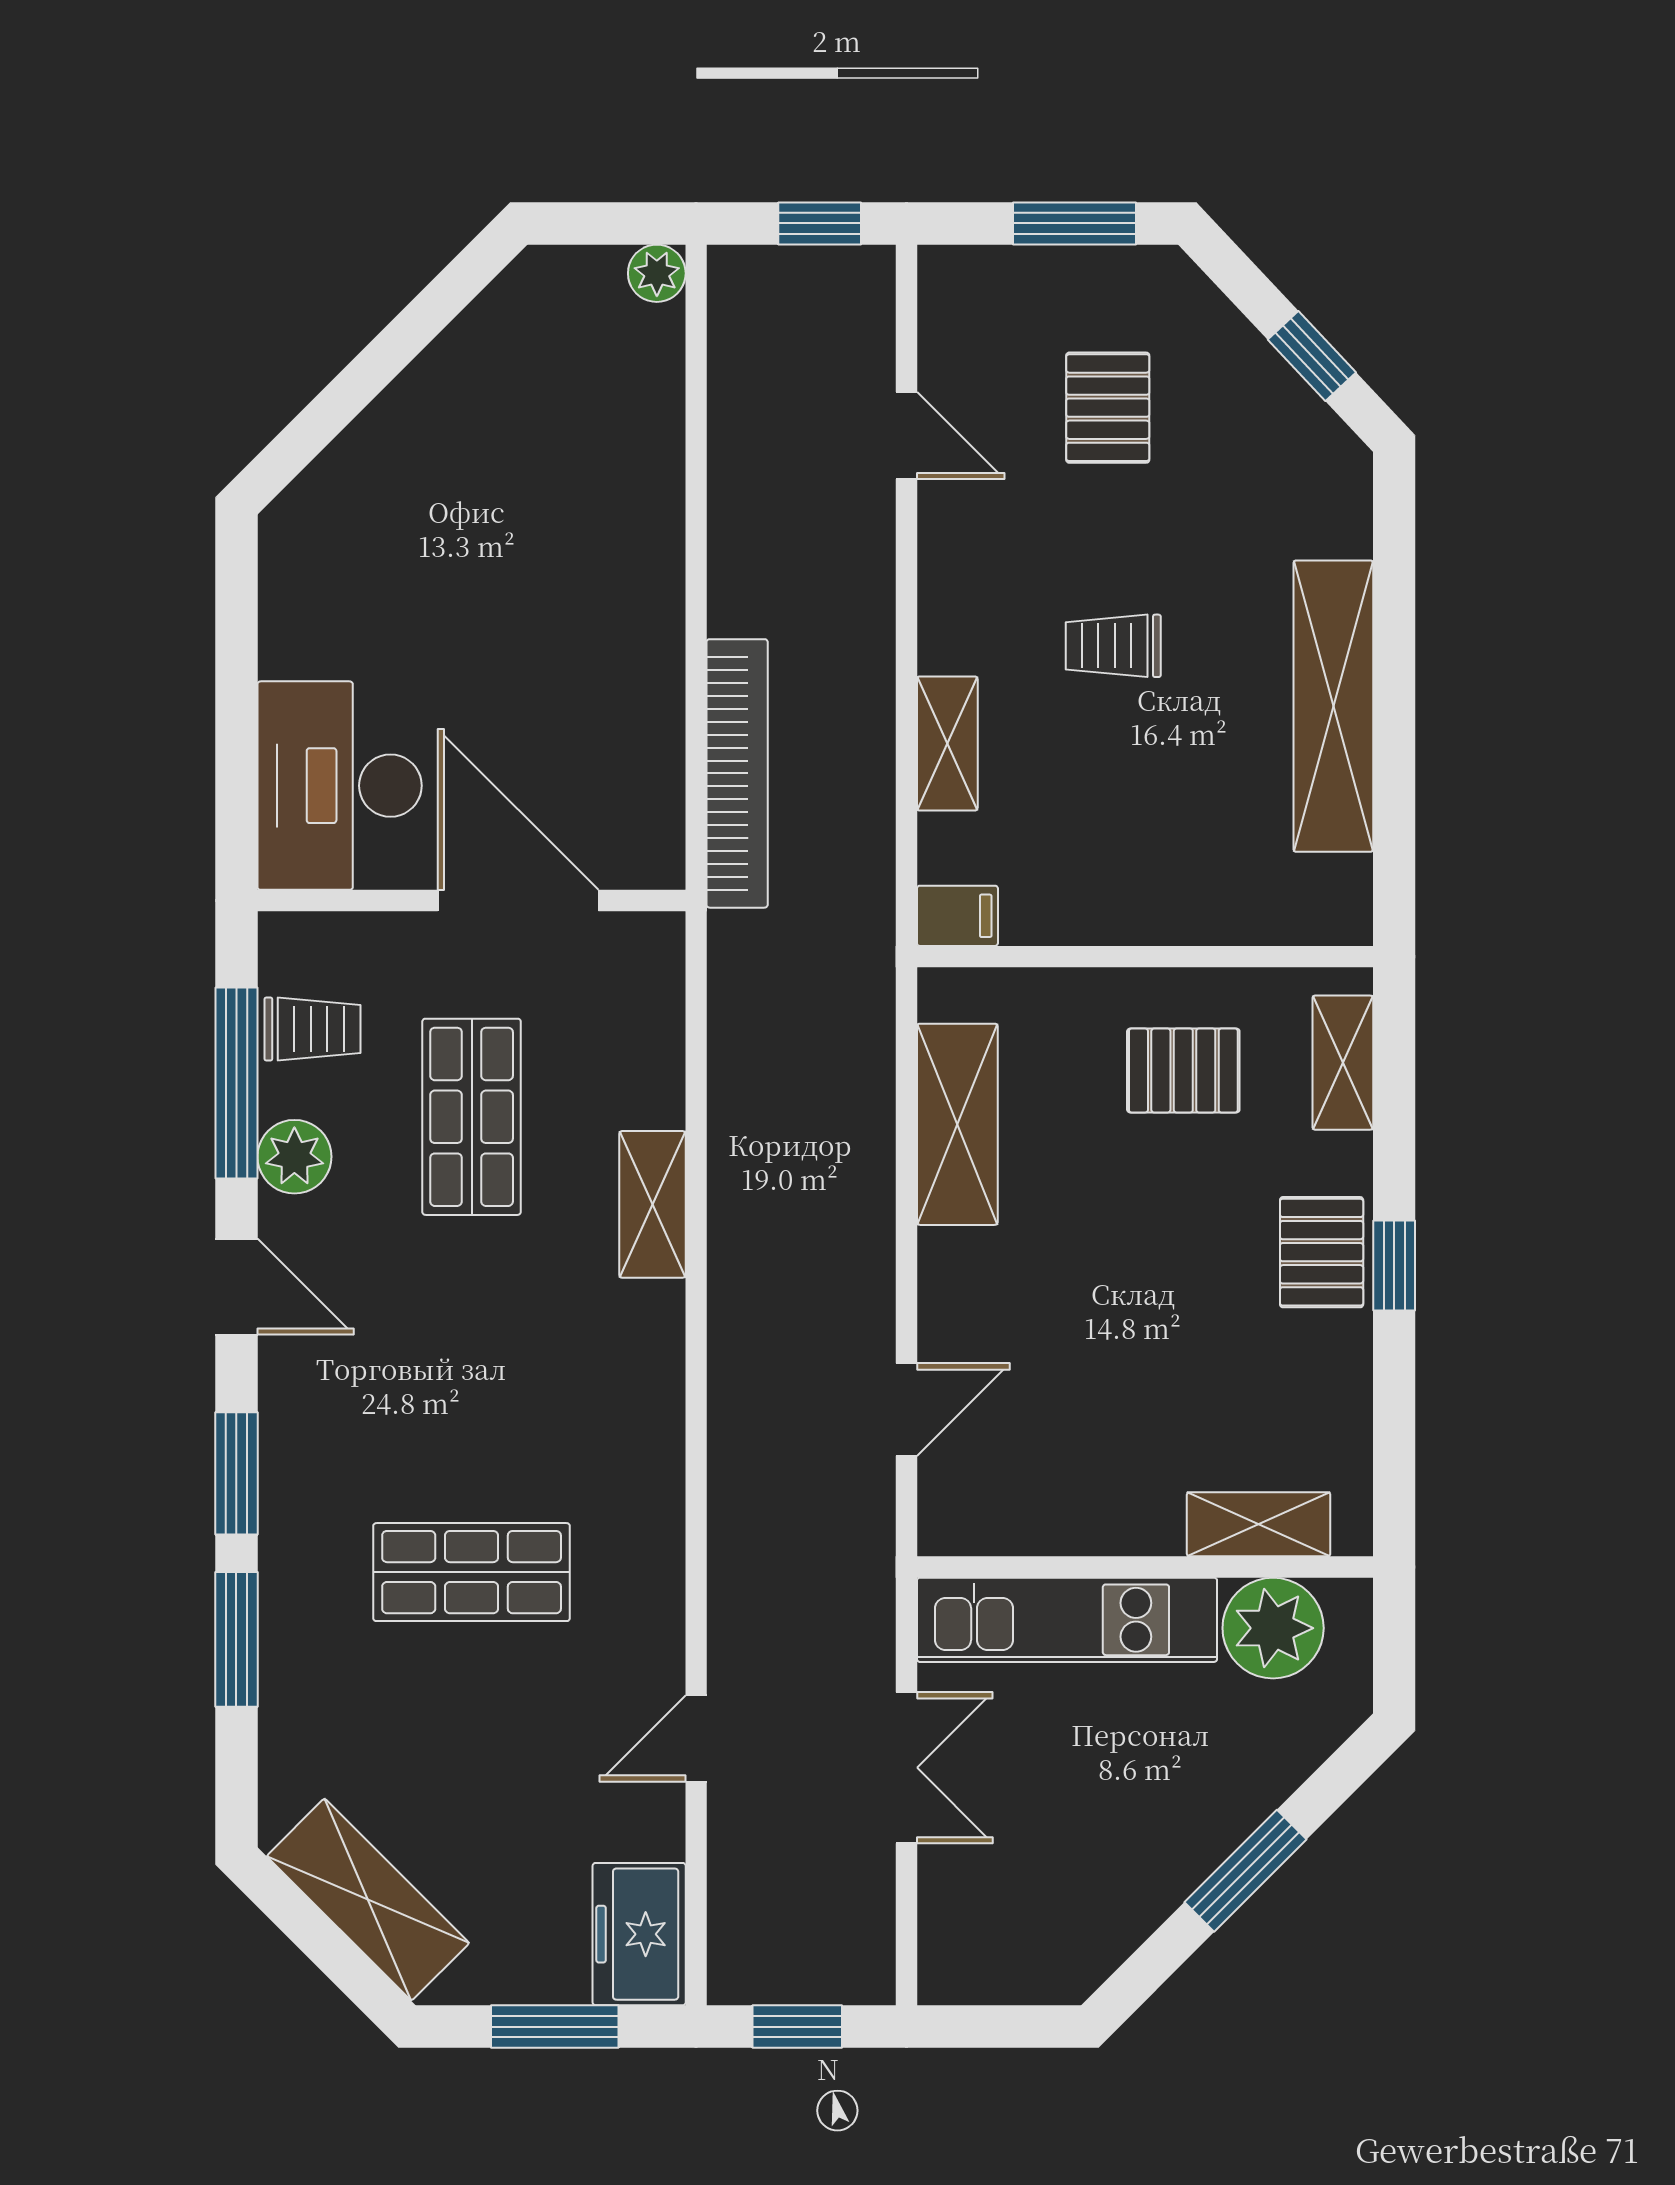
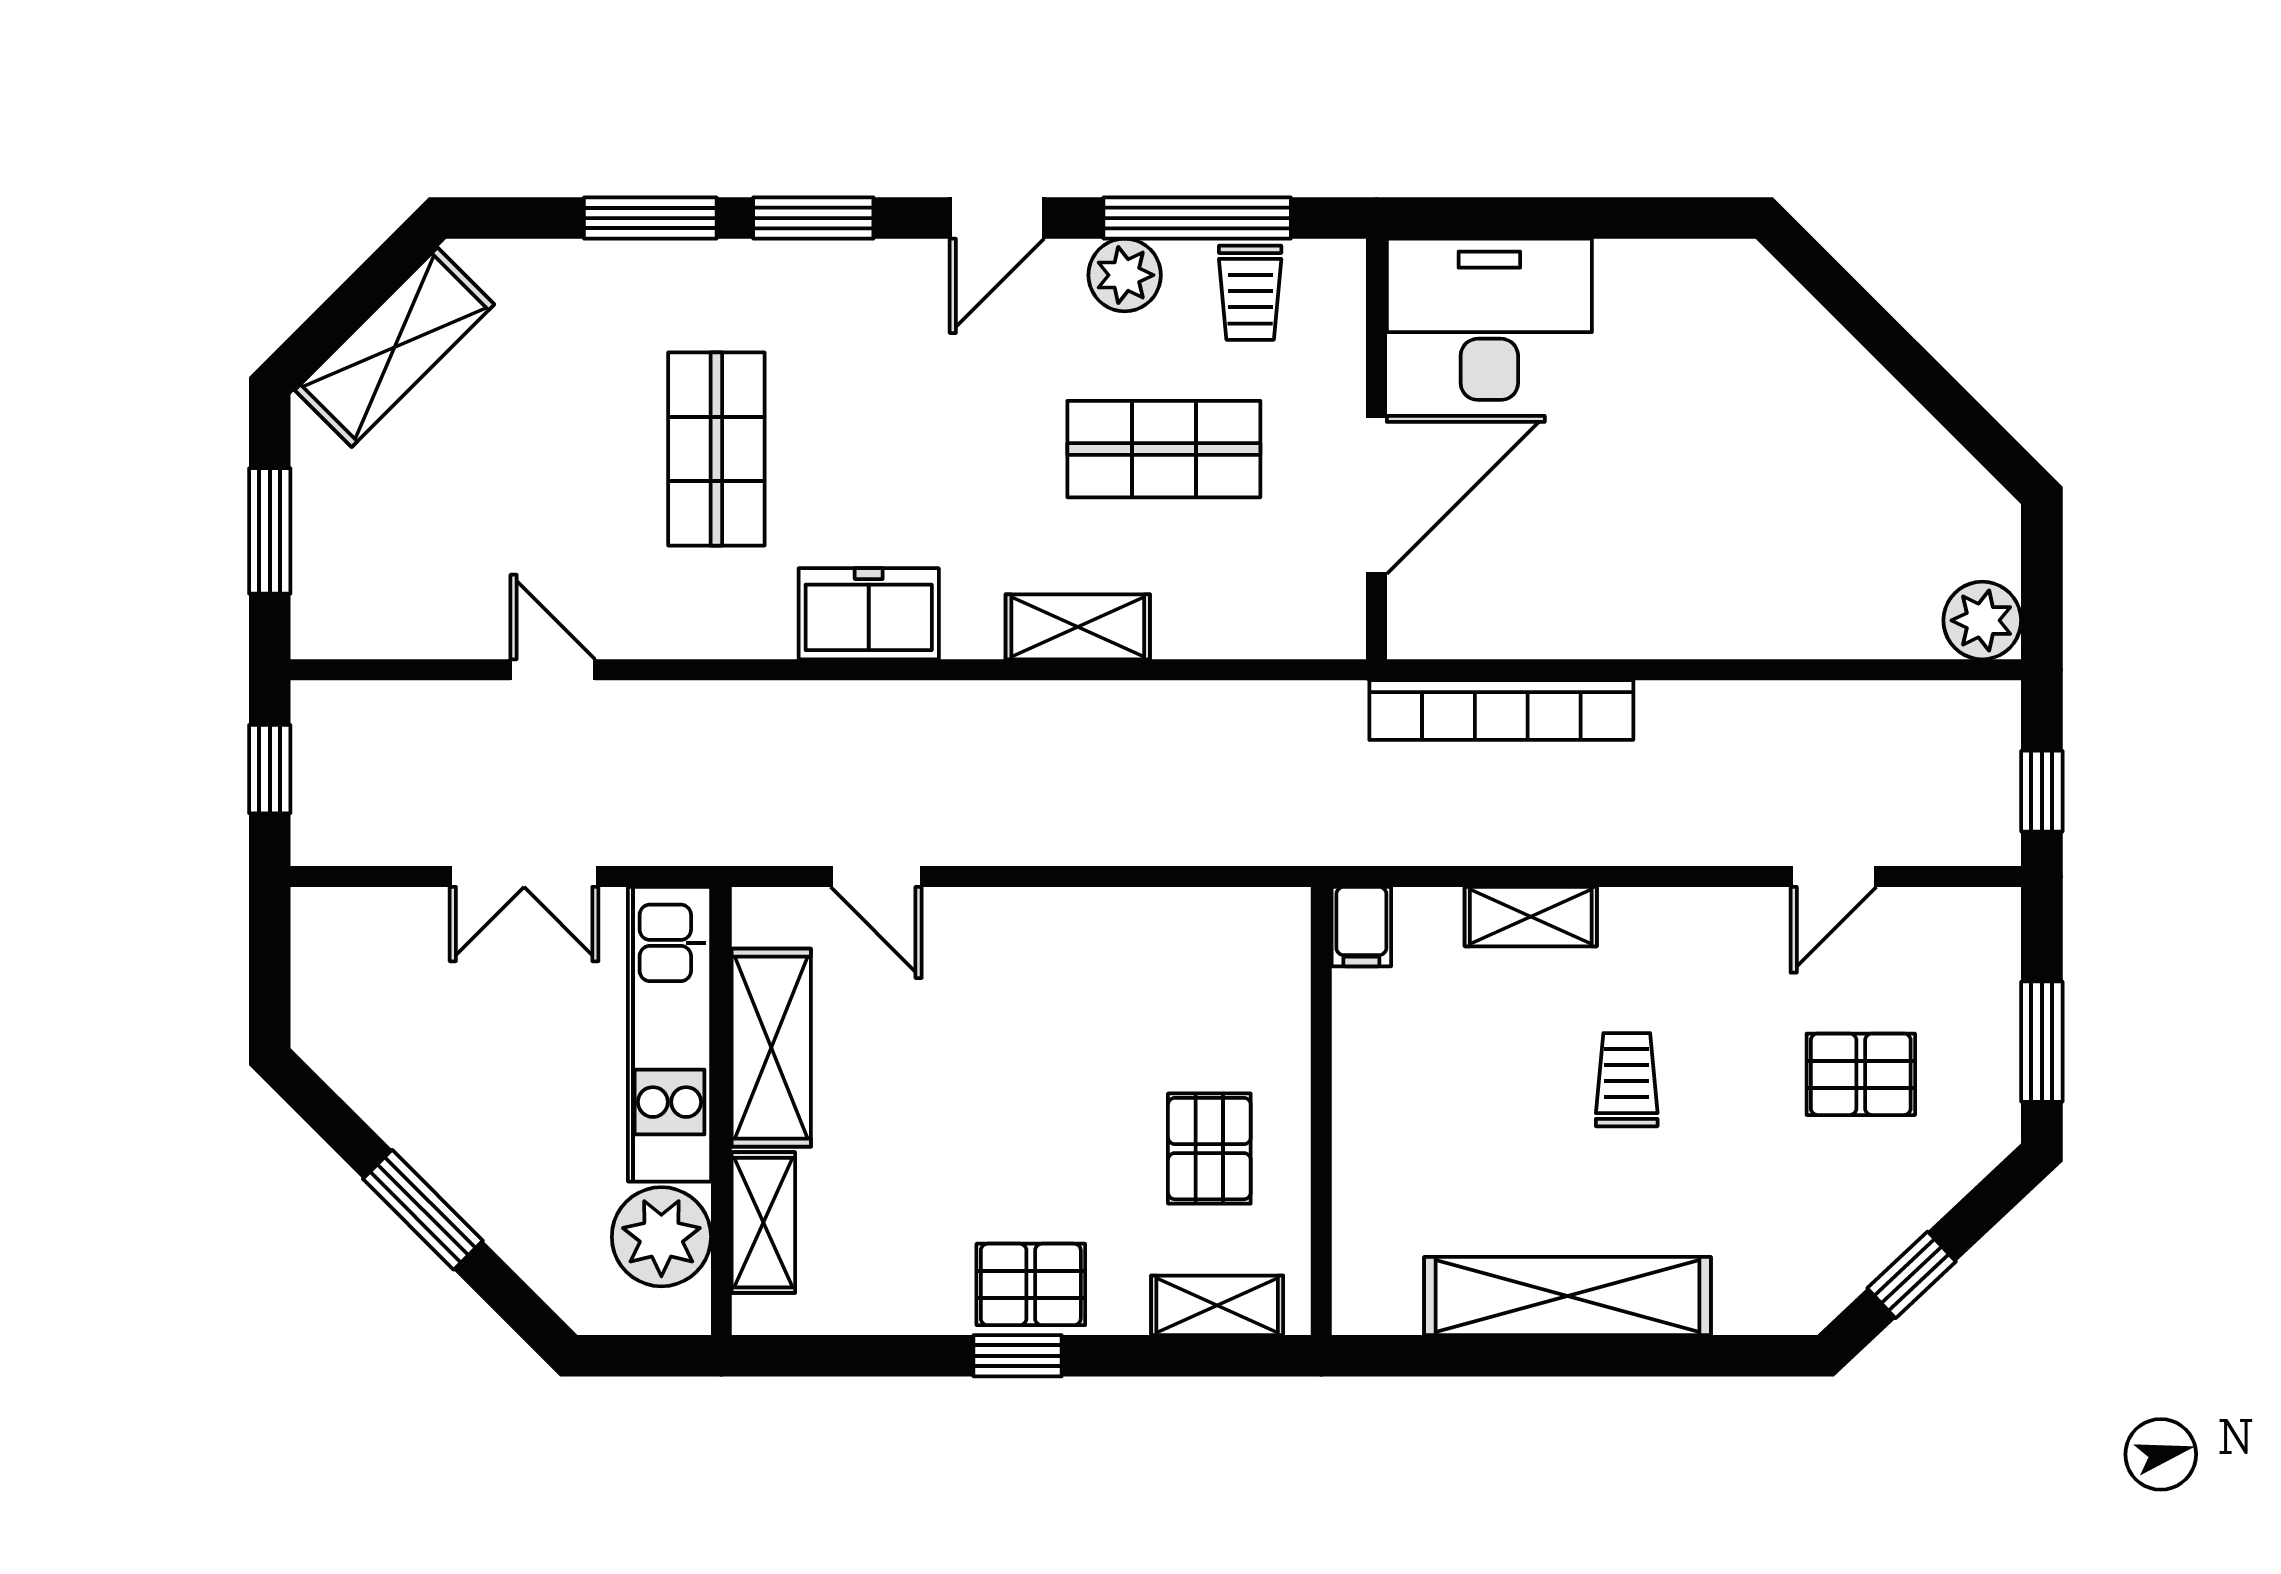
plant: (657, 273) -> (1982, 620), width x1.38, depth x1.38
shelving: (957, 1124) -> (771, 1048), moved, turned 90
freezer: (639, 1934) -> (869, 614), moved

